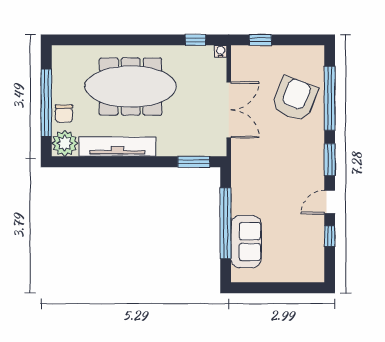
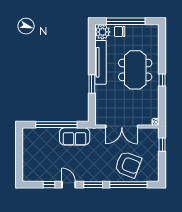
window: (195, 40) -> (162, 80), moved
meeting table: (131, 87) -> (135, 70), width x0.73
window: (194, 162) -> (92, 84), moved
sofa: (246, 242) -> (75, 136), moved

